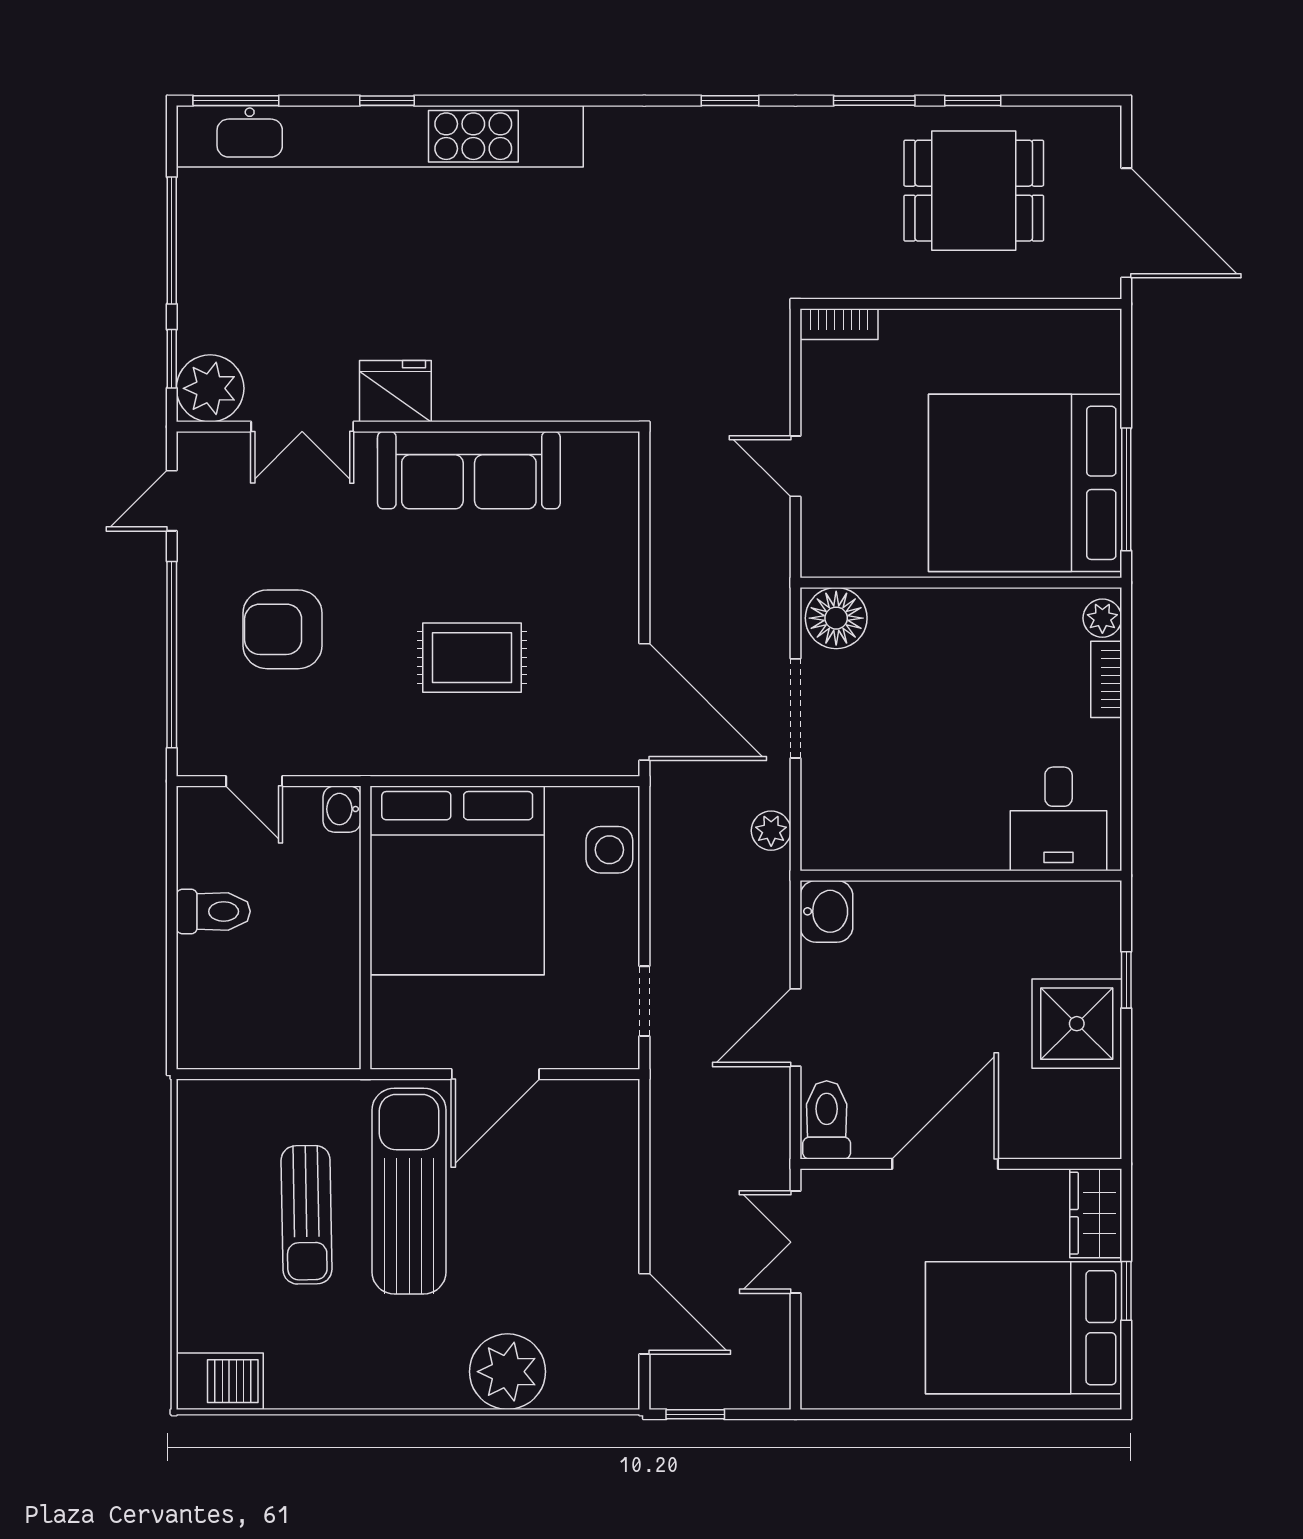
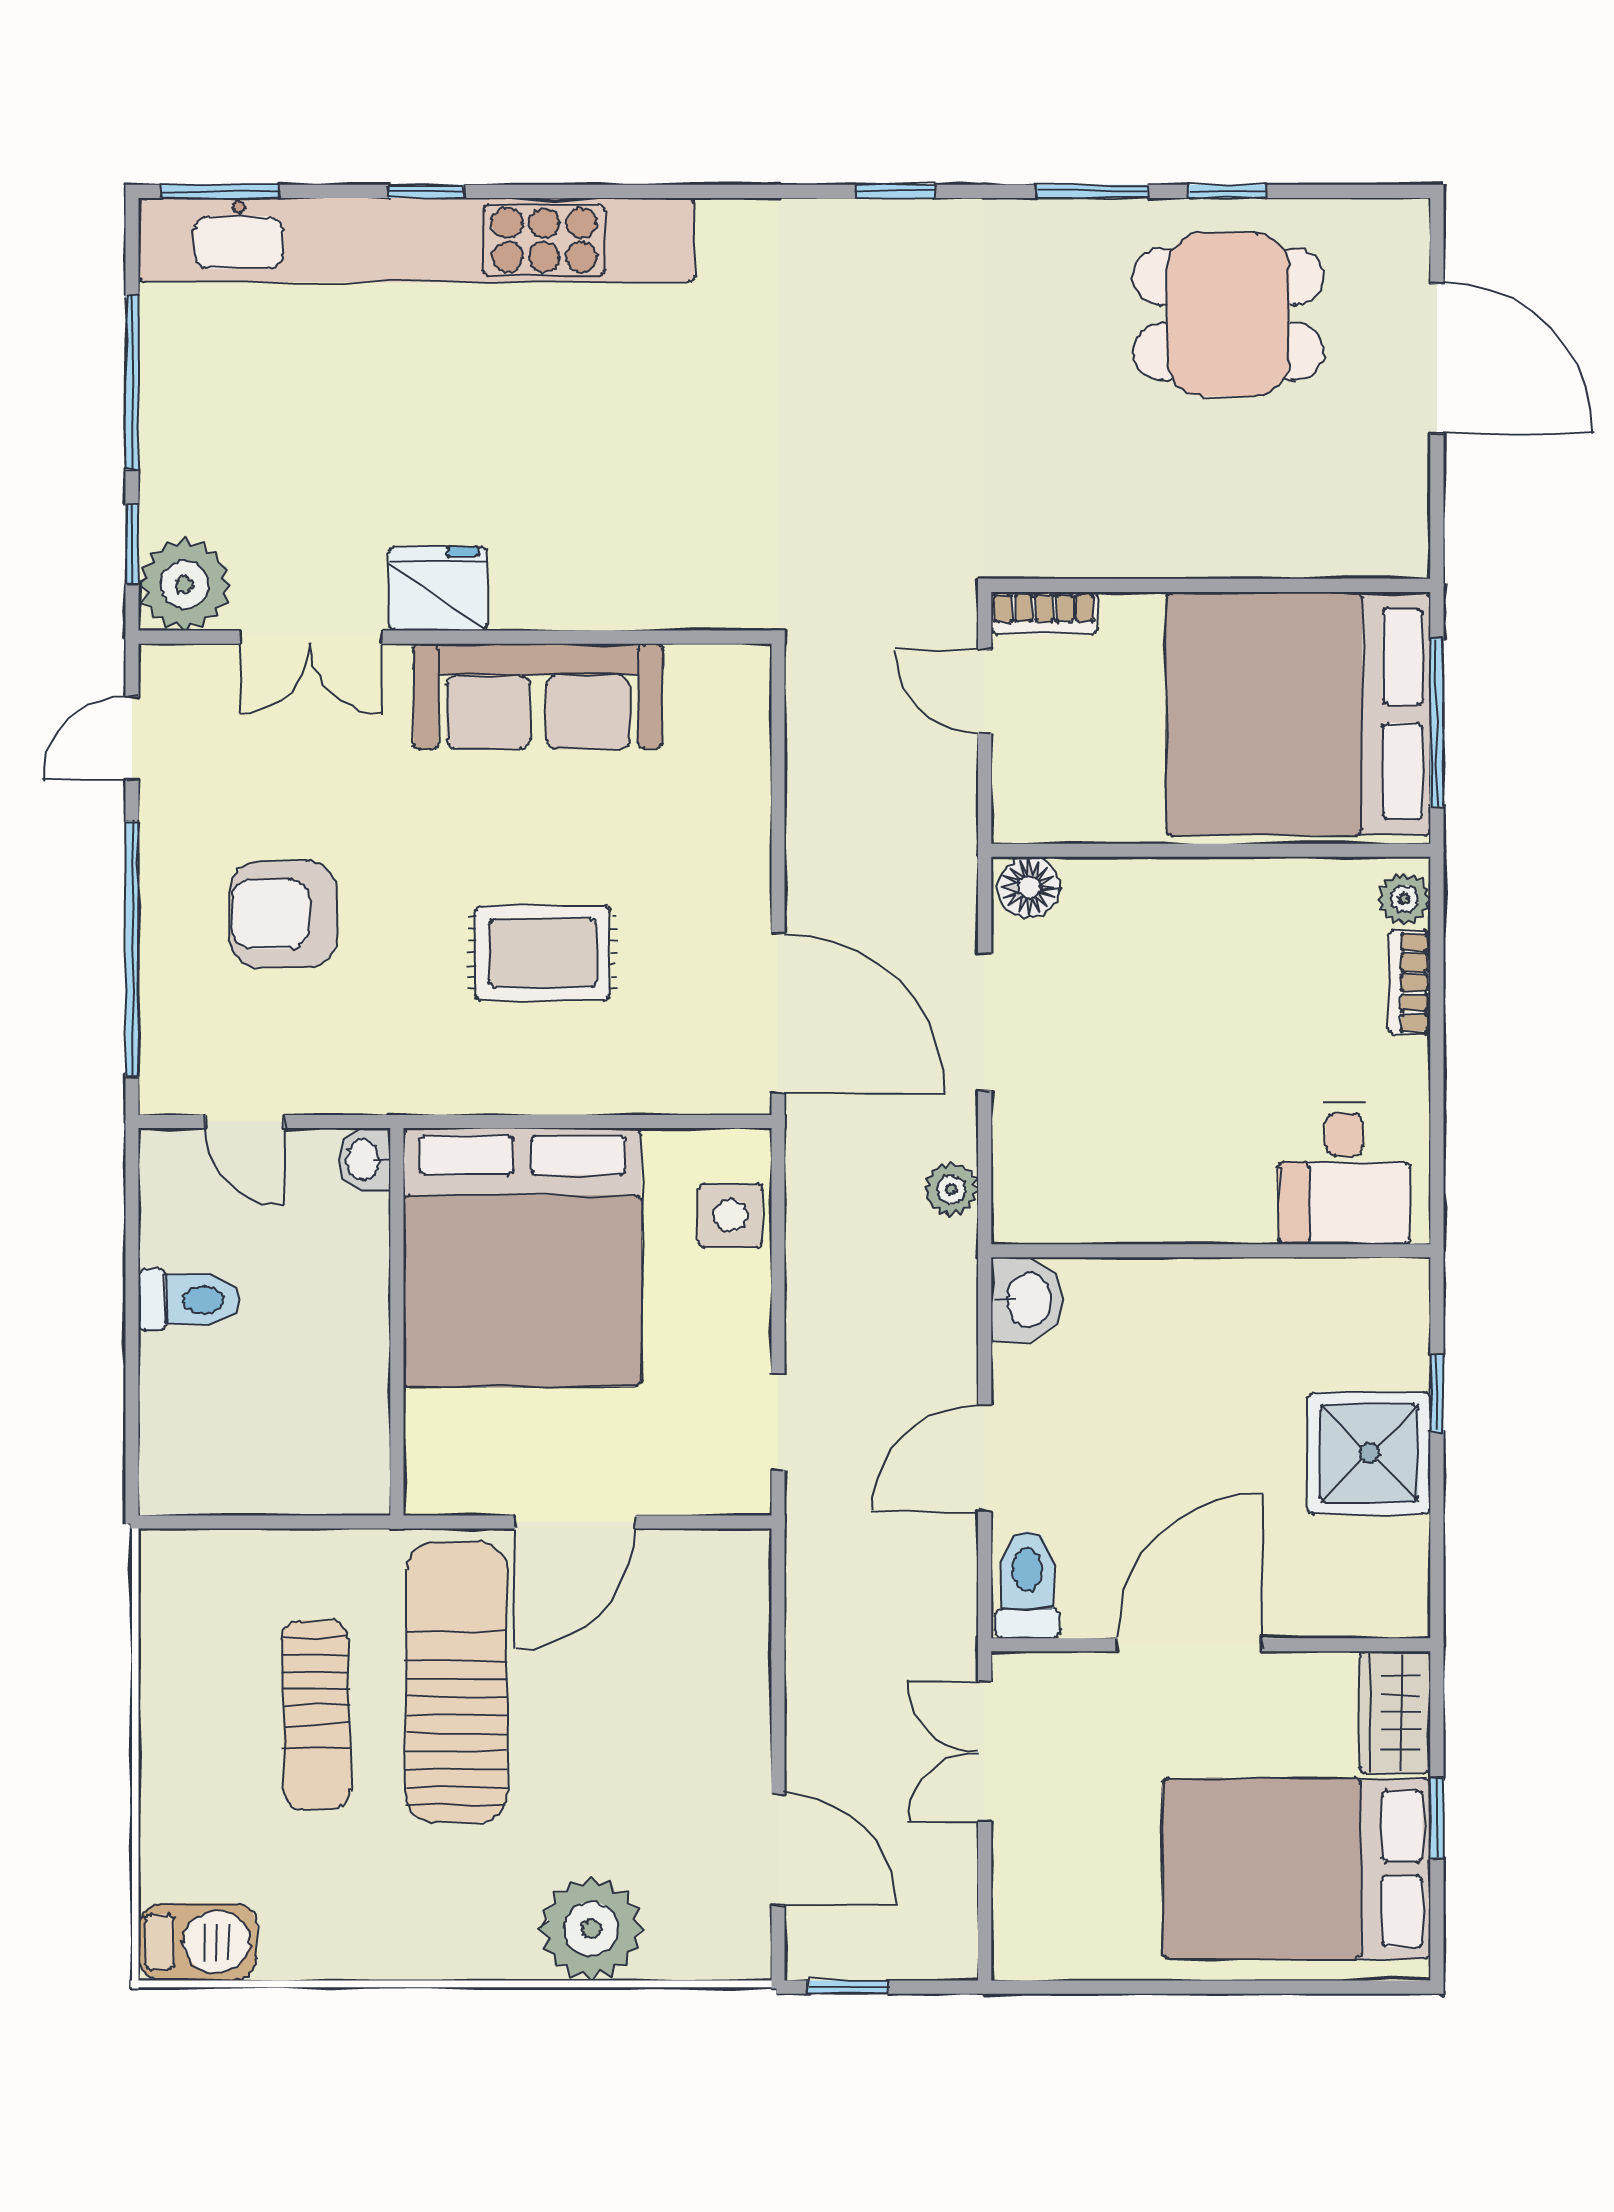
wall: (961, 304) -> (1211, 585), moved
bookcase: (839, 324) -> (1044, 613), moved
floor lamp: (836, 618) -> (1029, 887), width x0.73, depth x0.73

